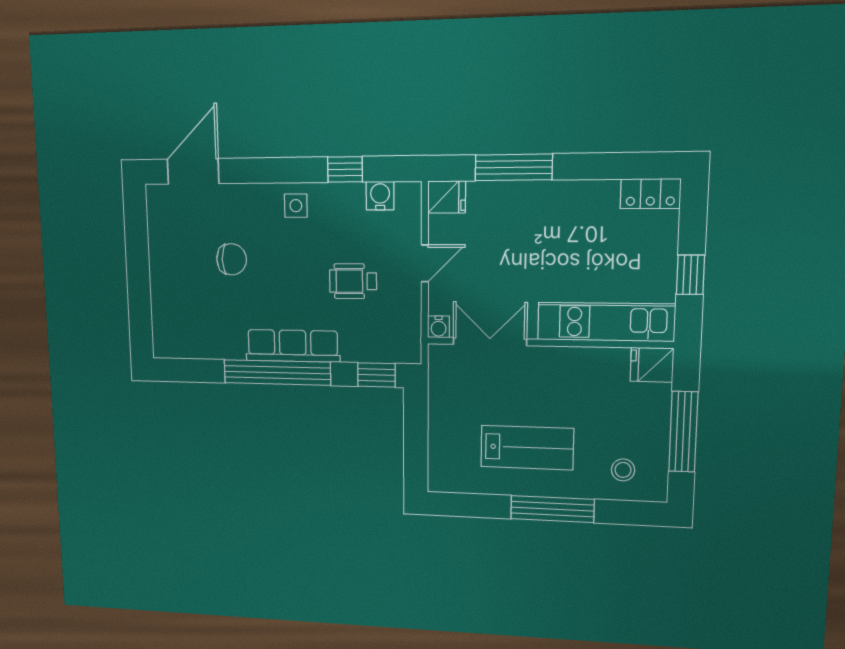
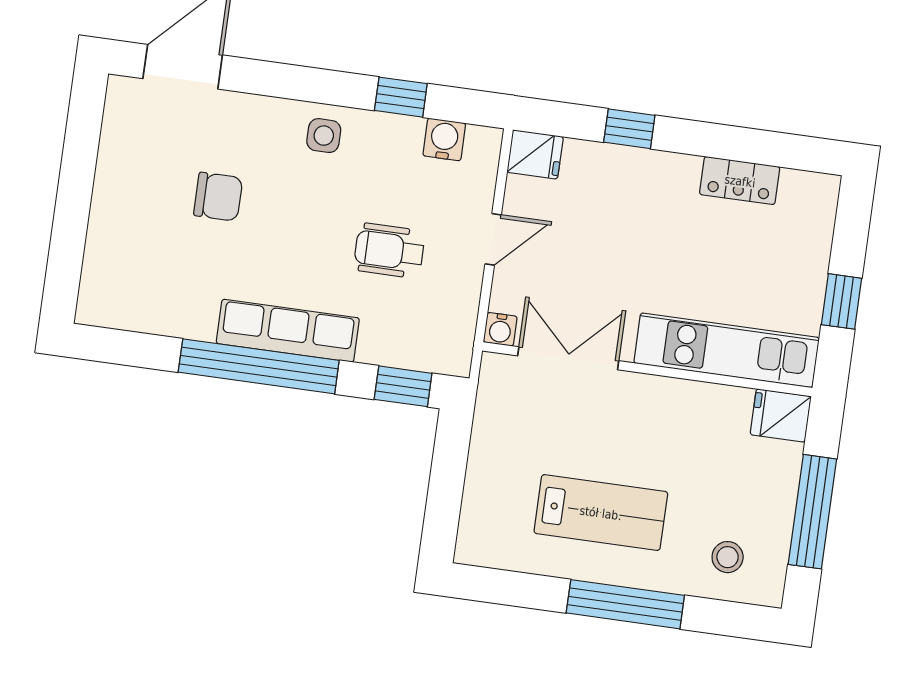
window: (514, 167) -> (629, 129), width x0.46
locker: (651, 194) -> (740, 181), moved

